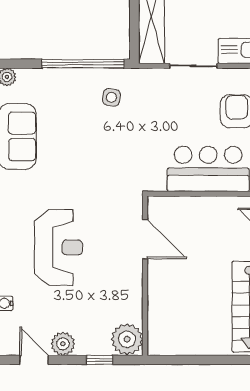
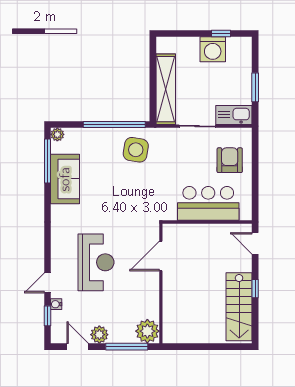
side table: (111, 97) -> (136, 150), width x1.87, depth x1.87
door: (145, 239) -> (161, 256), swing flipped
window: (100, 360) -> (127, 347), width x2.17

